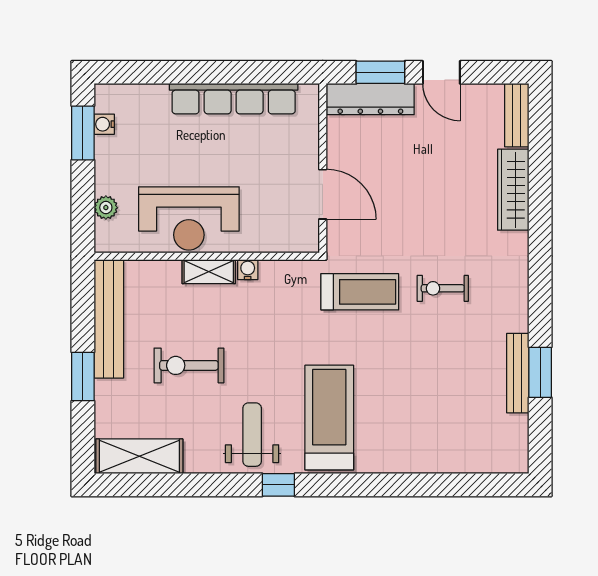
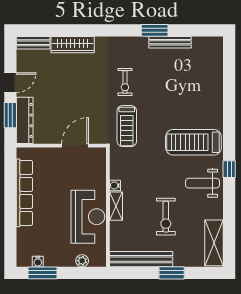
treadmill: (360, 292) -> (127, 126), turned 180
window: (540, 372) -> (155, 30), moved

